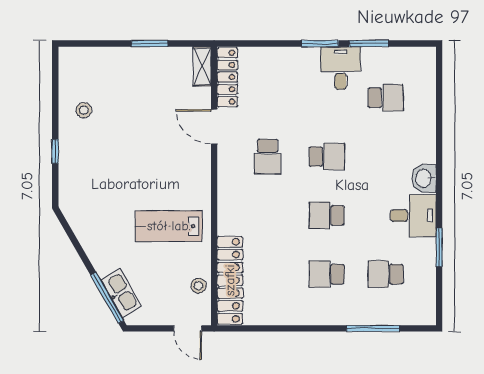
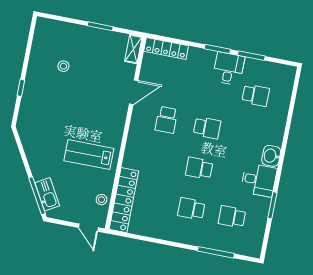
locker: (227, 77) -> (166, 48), moved, turned 90
stool: (84, 110) -> (63, 66), moved
door: (214, 127) -> (134, 92), swing flipped

